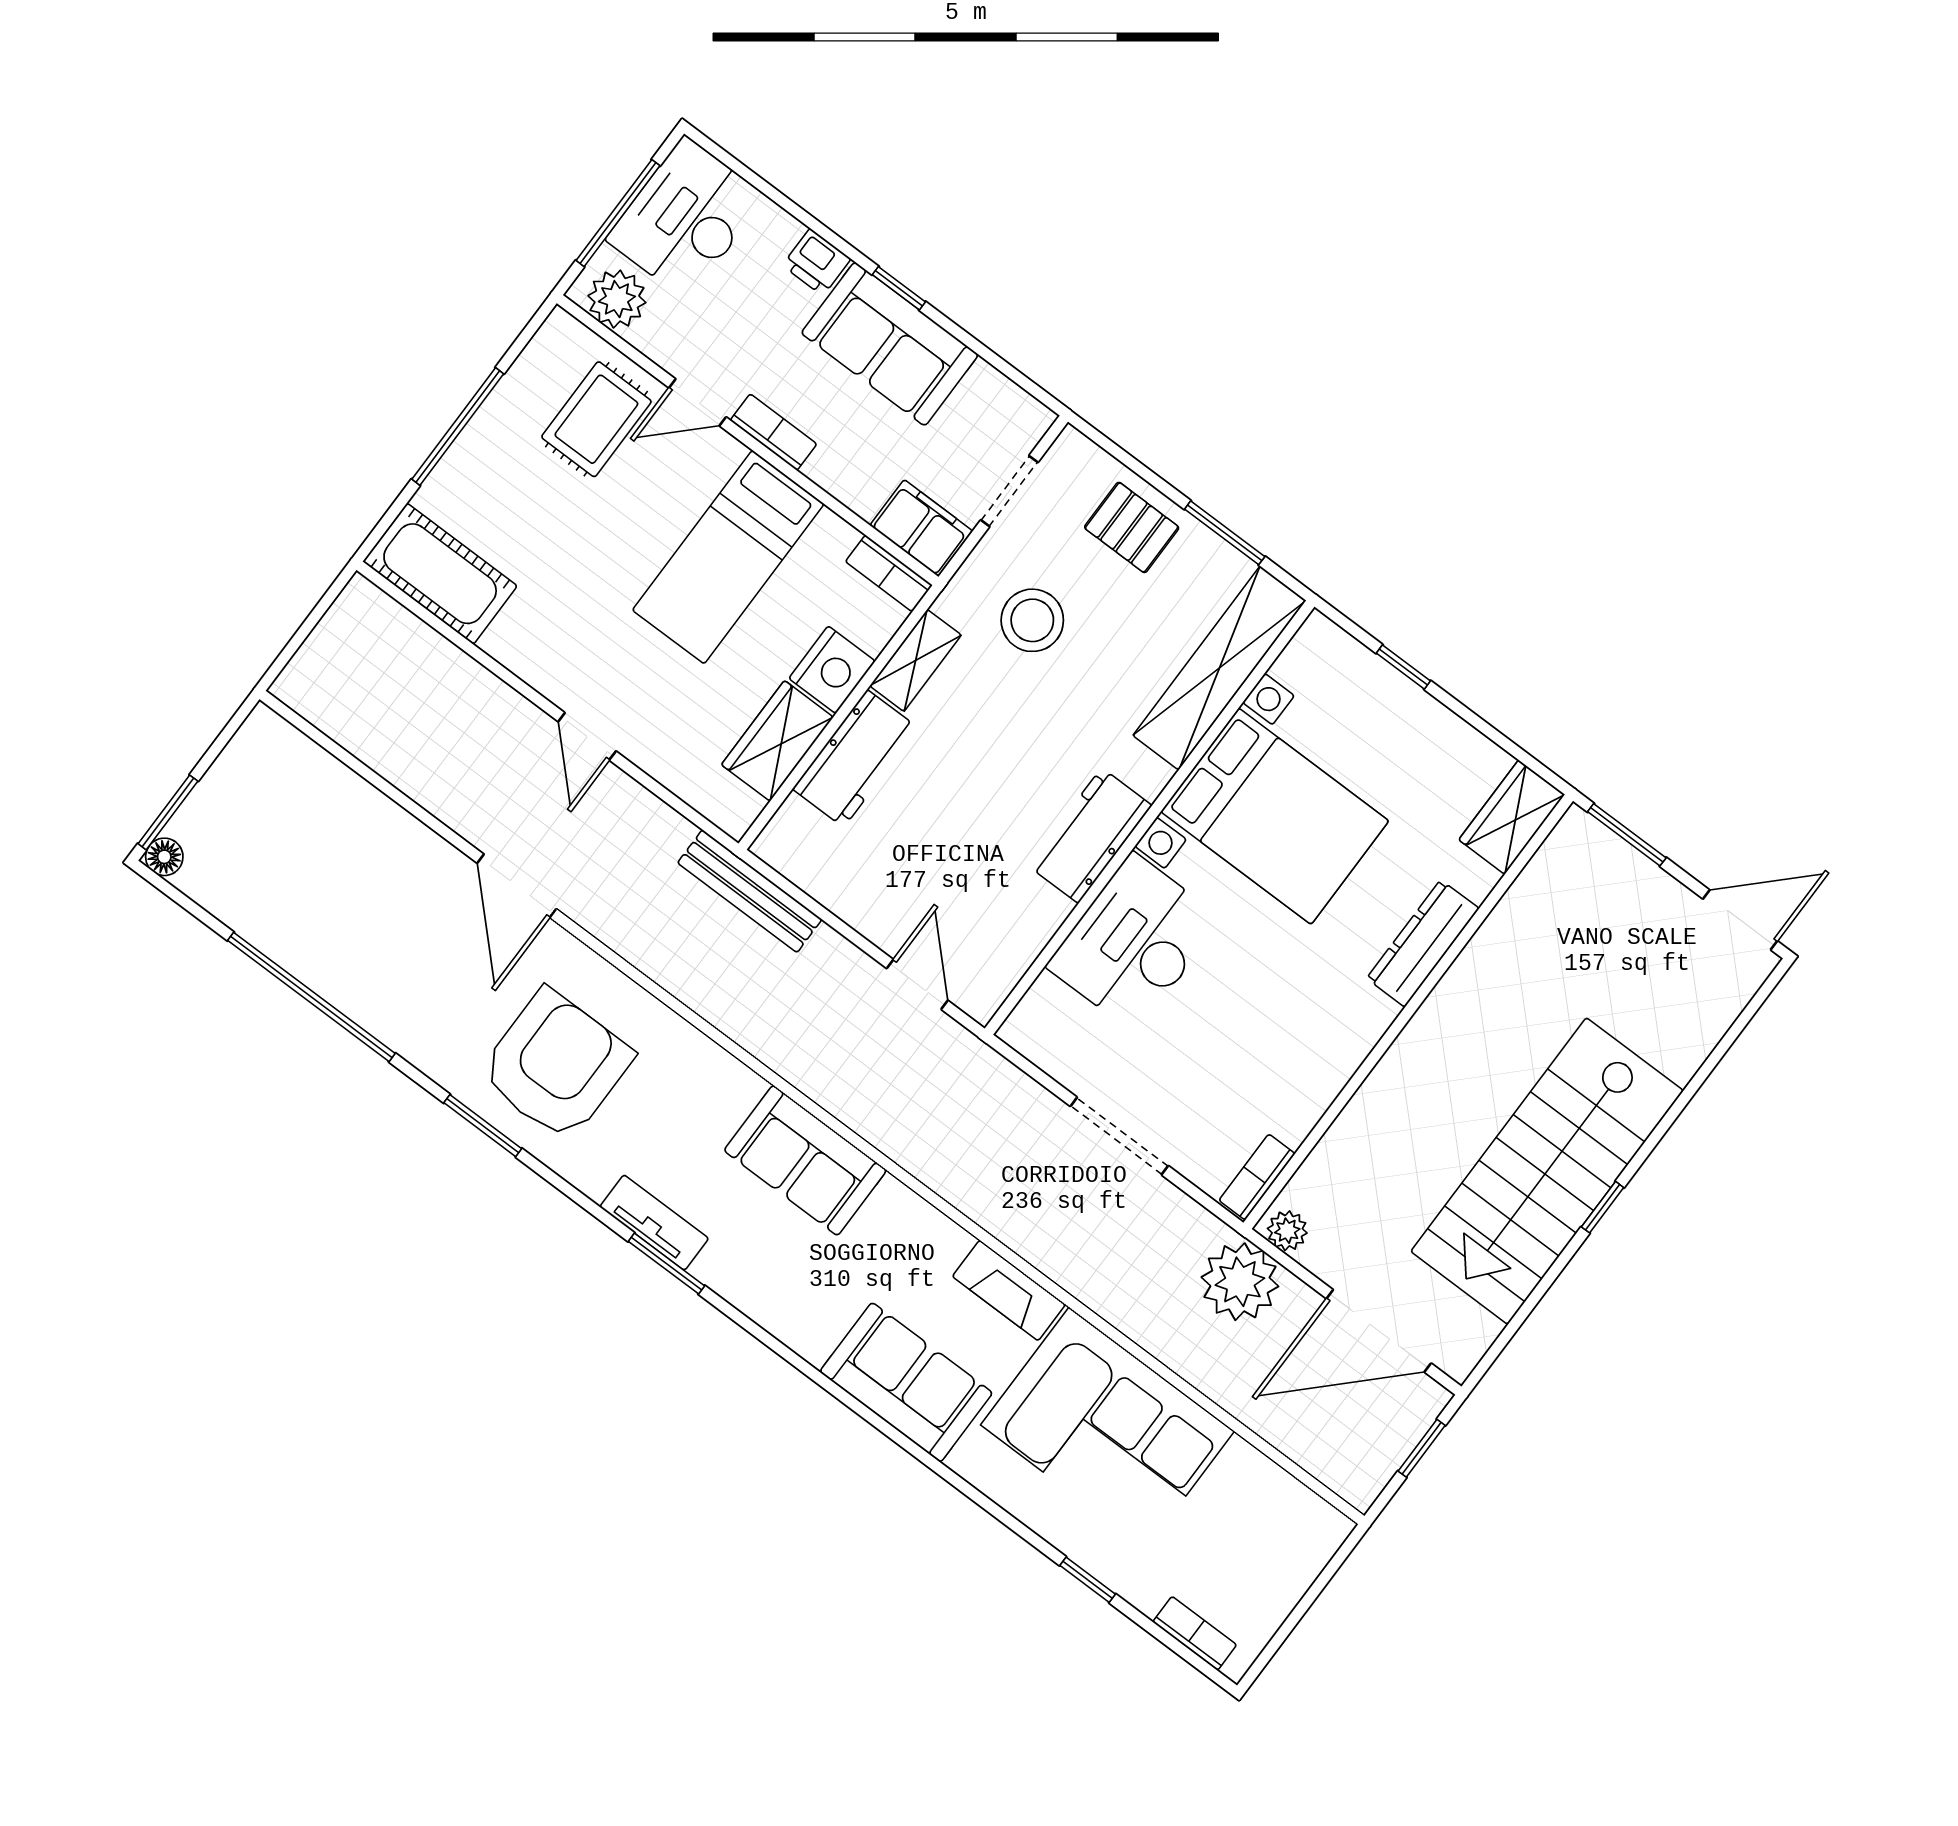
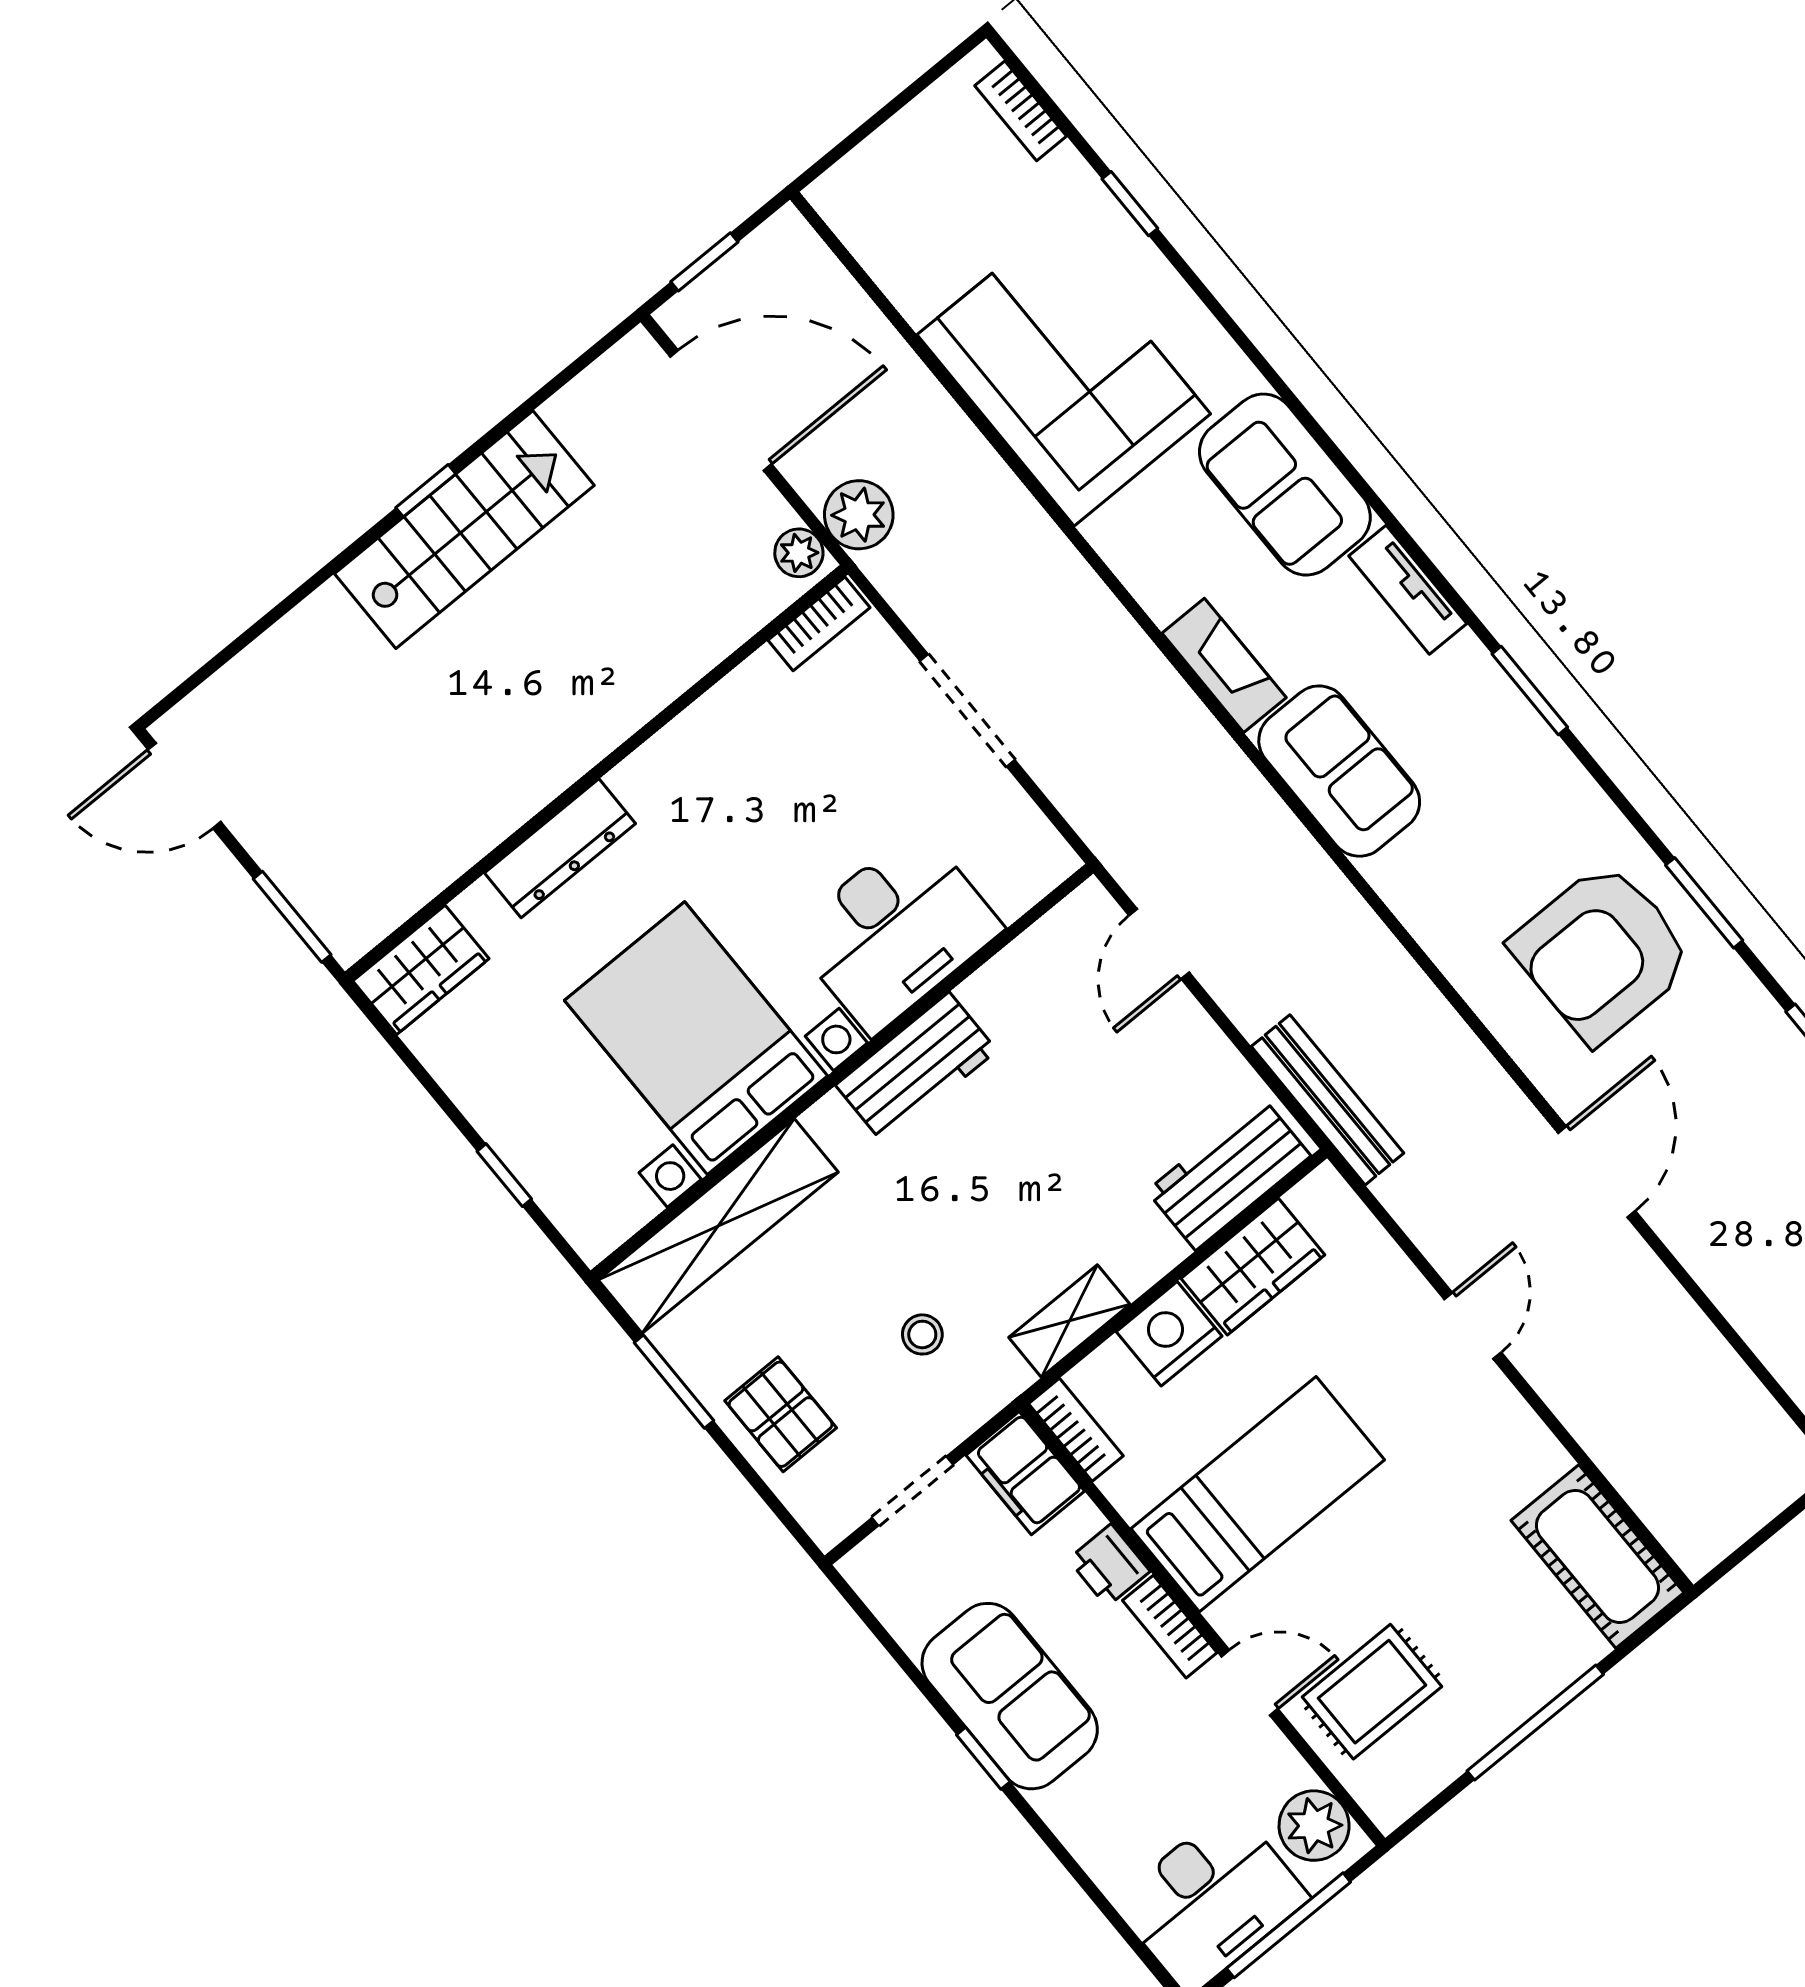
printer: (817, 262) -> (1109, 1565), moved, turned 180
stool: (1032, 620) -> (922, 1334), width x0.53, depth x0.53
workbench: (855, 758) -> (1229, 1173), moved
stairs: (1547, 1171) -> (464, 530), width x0.73, depth x0.66
tv unit: (654, 1223) -> (1408, 590), moved
plant: (1240, 1282) -> (859, 515), width x0.73, depth x0.73
fireplace: (1009, 1290) -> (1224, 665), moved

